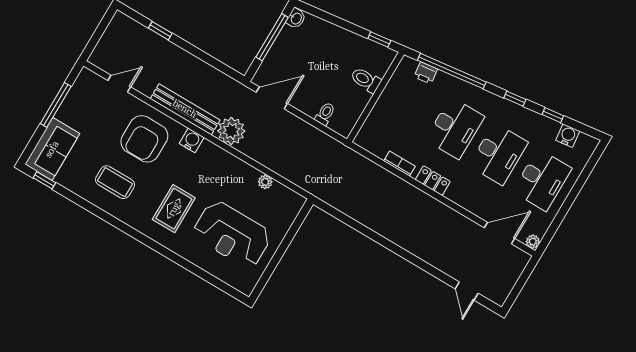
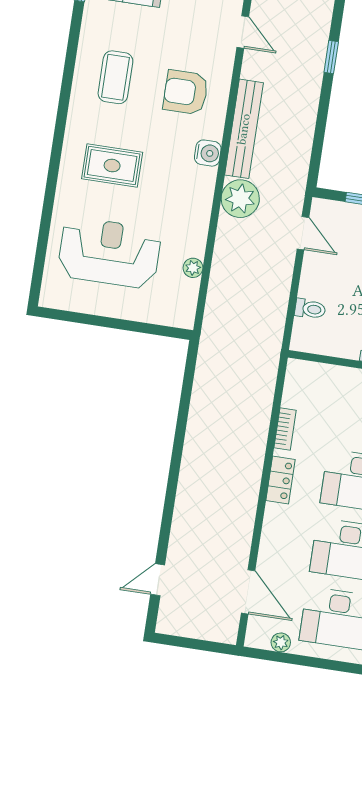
door: (272, 98) -> (303, 233), width x0.73
armchair: (144, 139) -> (186, 92), width x0.73, depth x0.73
reception desk: (232, 234) -> (109, 253), turned 90
plant: (533, 242) -> (281, 642), moved

